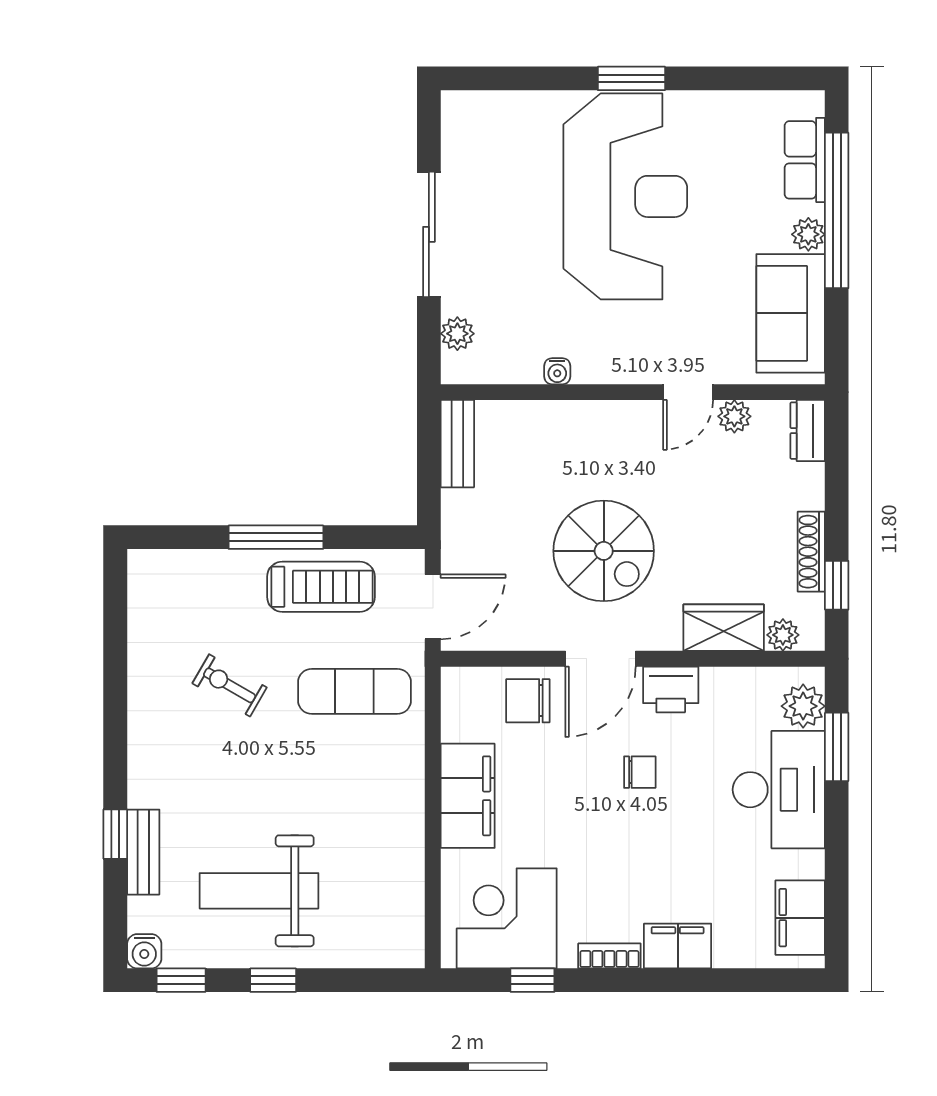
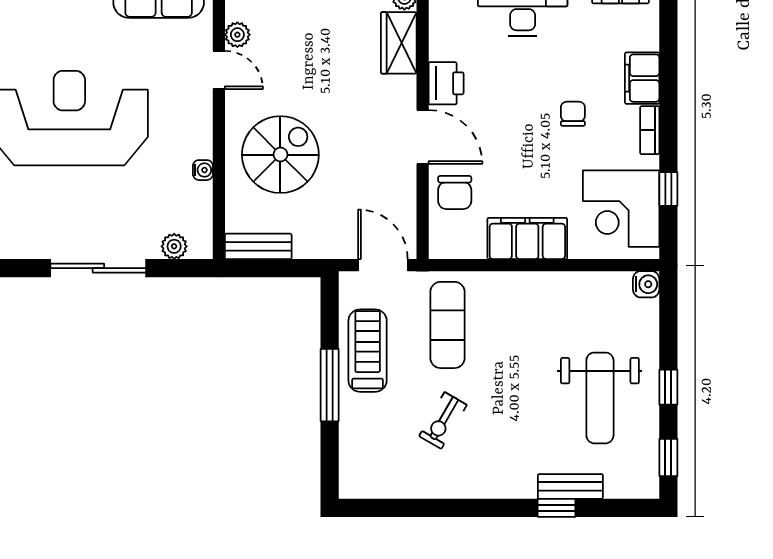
spiral stairs: (604, 551) -> (280, 155), moved
chair: (640, 772) -> (573, 114), moved
water cooler: (144, 951) -> (646, 284), moved

